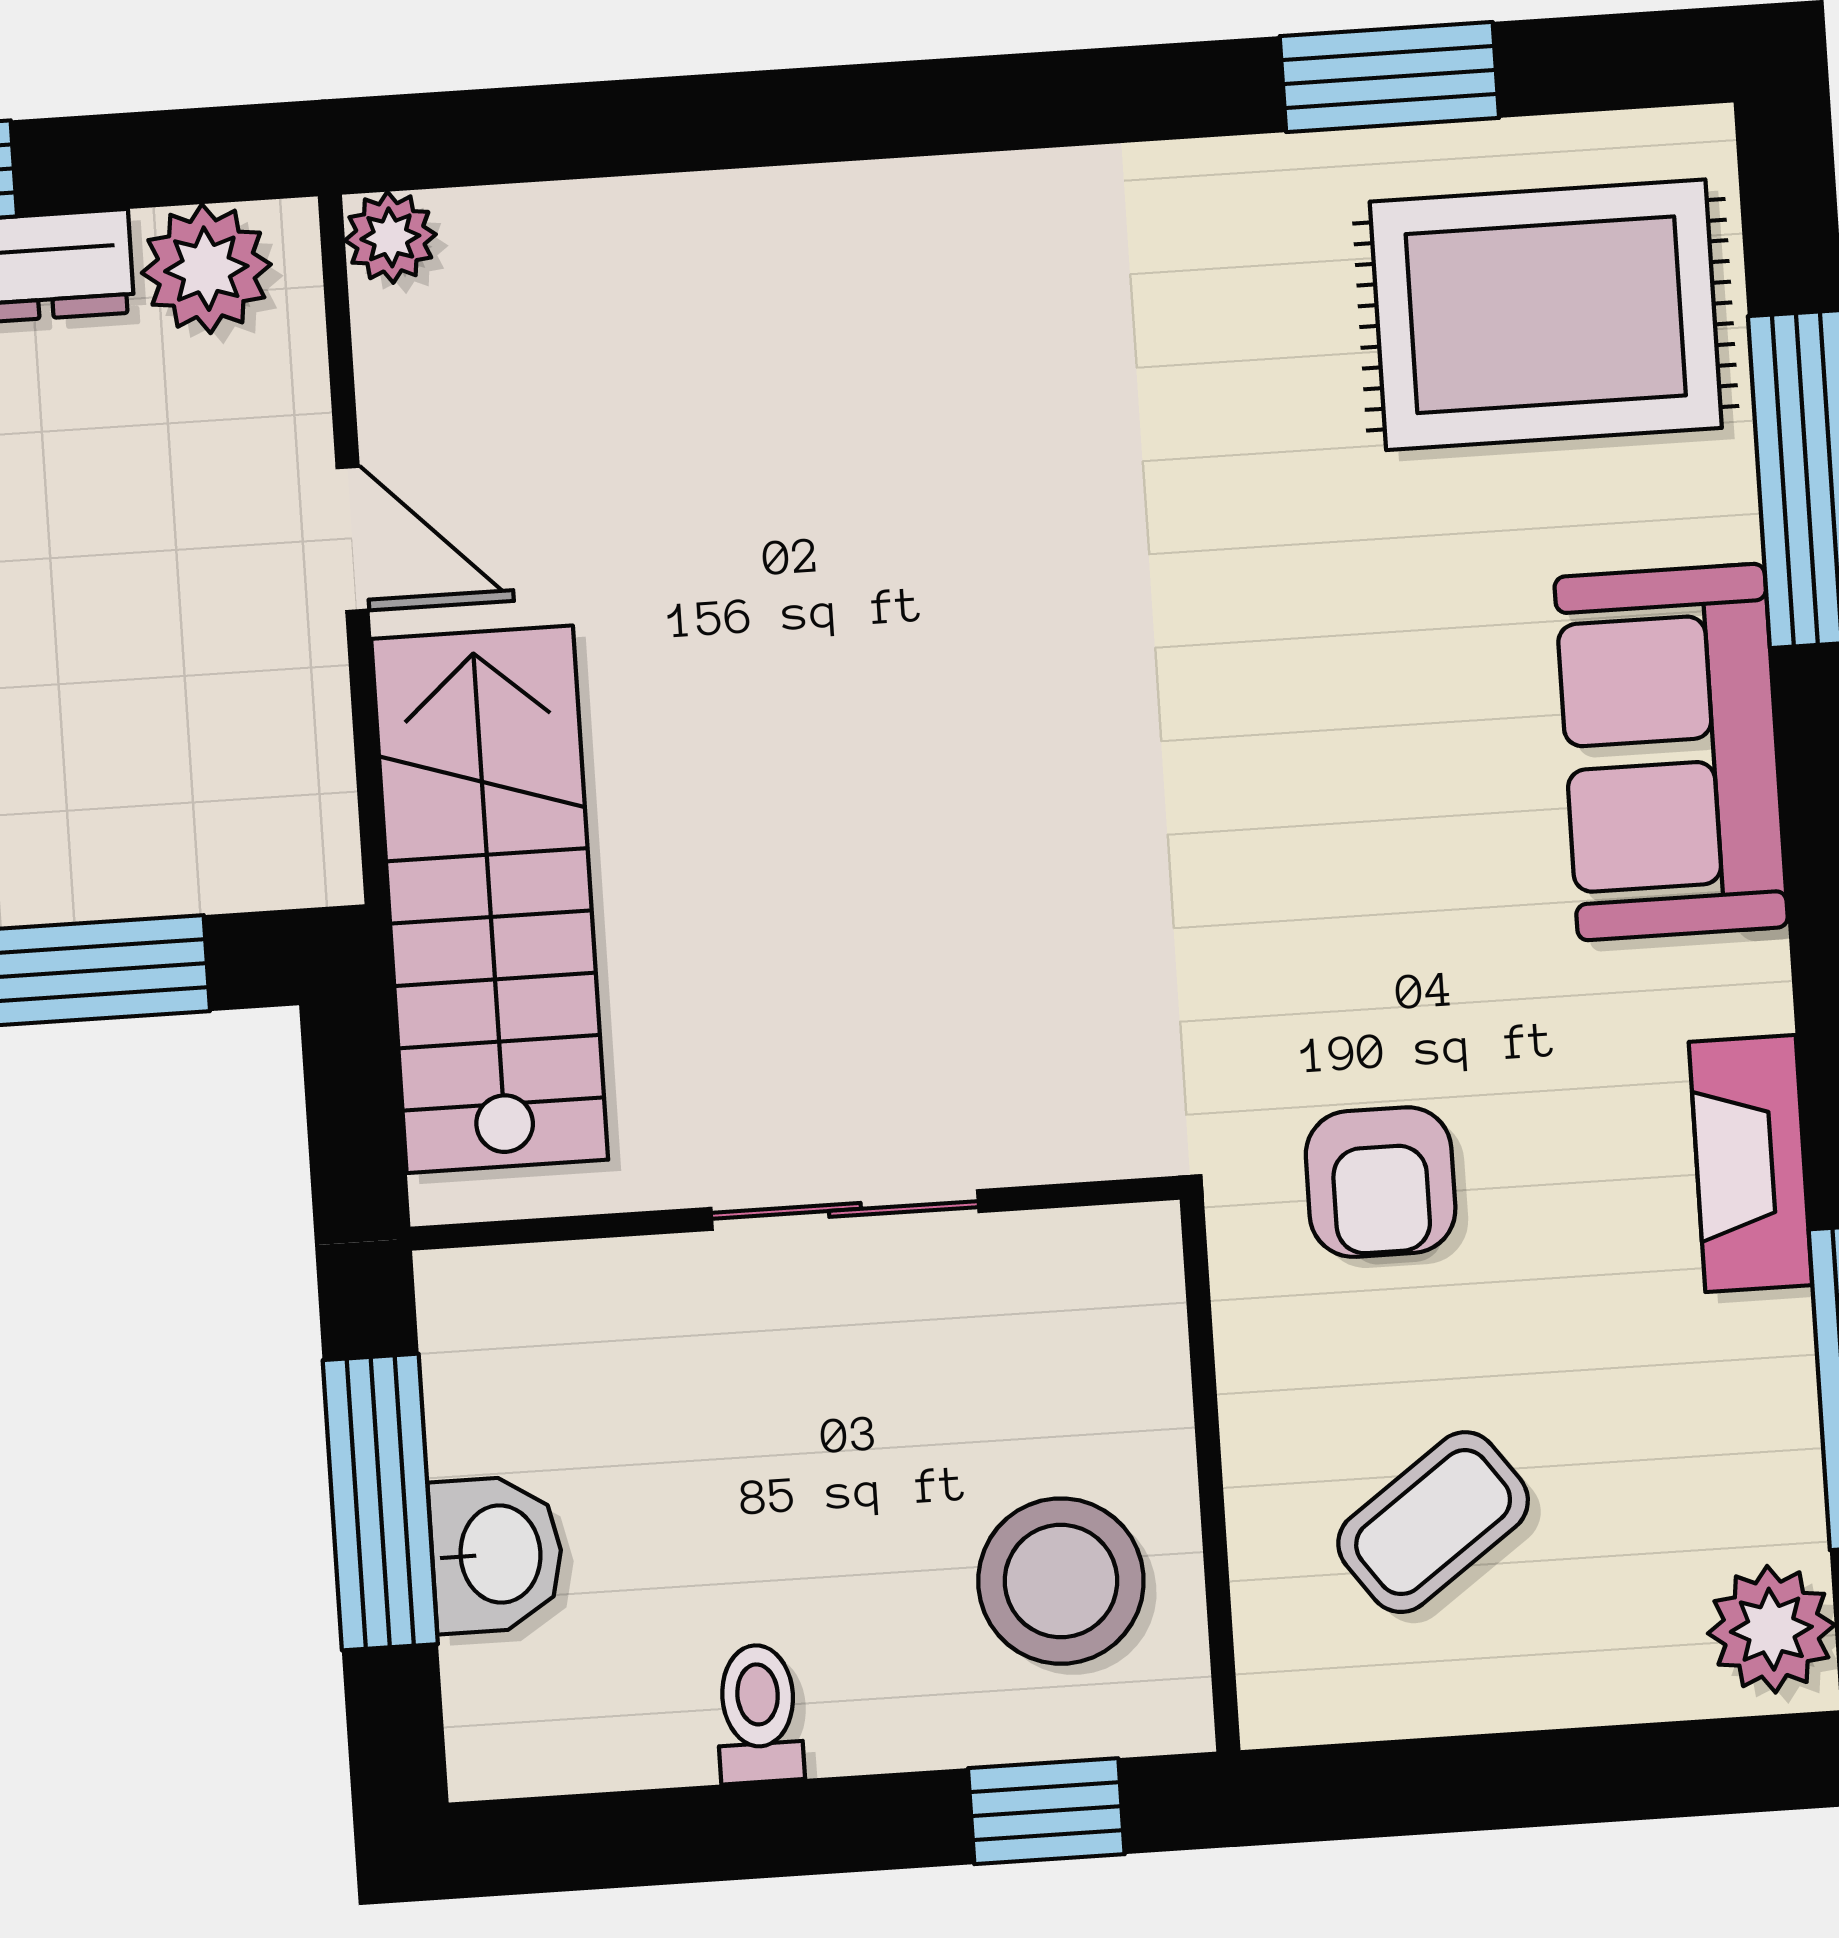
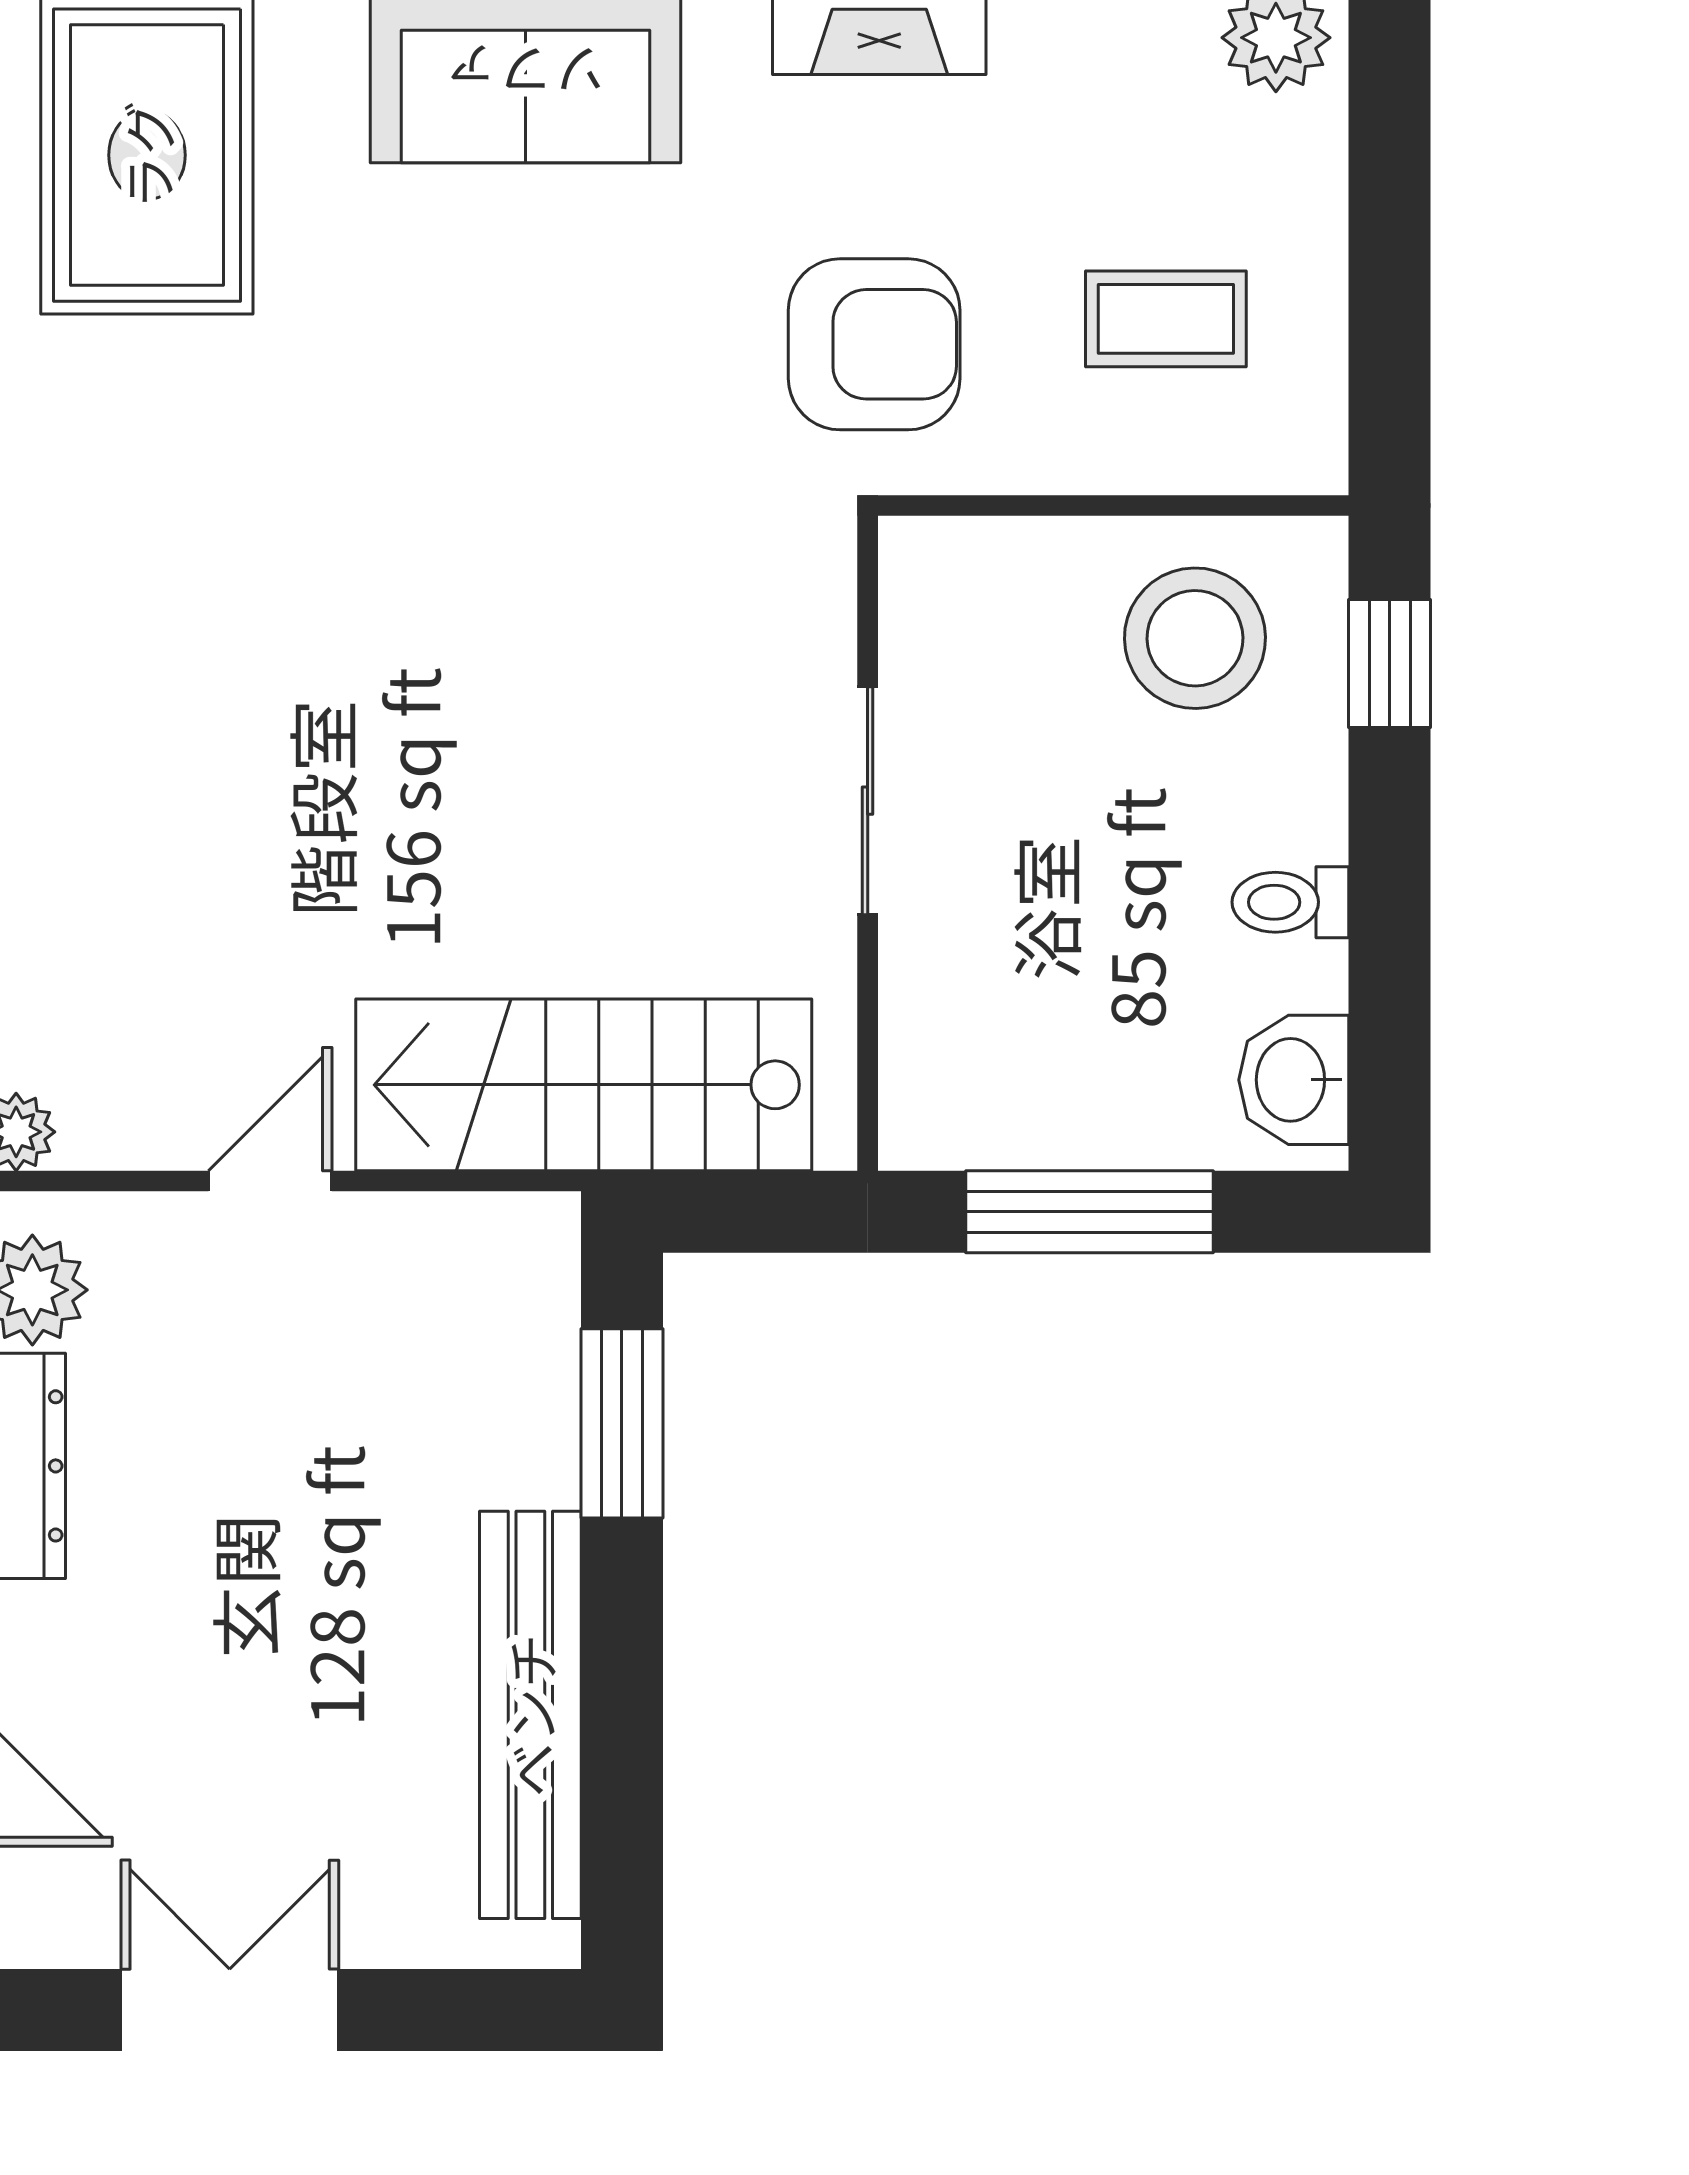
armchair: (1381, 1182) -> (874, 344), width x1.38, depth x1.38
coffee table: (1433, 1522) -> (1166, 319), turned -54
washbasin: (497, 1554) -> (1294, 1080), moved, turned -90

